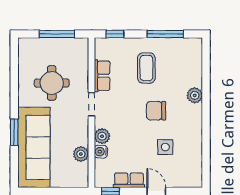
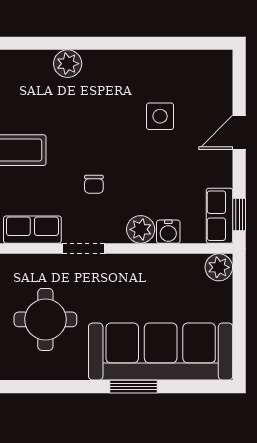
chair: (156, 111) -> (94, 184), moved, width x0.54, depth x0.54
plant: (81, 154) -> (219, 267), moved
row of seats: (129, 180) -> (220, 216), moved

